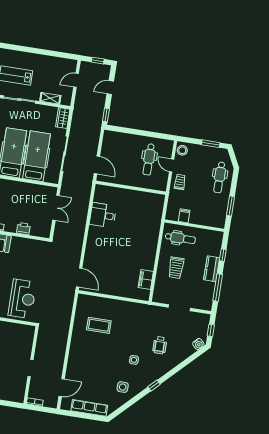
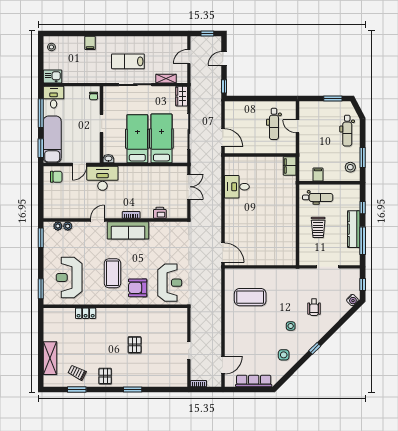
stool: (182, 150) -> (350, 167), moved
trolley: (180, 182) -> (308, 141), removed
kitchen counter: (212, 269) -> (354, 229), width x1.50
filing cabinet: (146, 279) -> (290, 166), moved
coffee table: (99, 325) -> (250, 297), width x1.36, depth x1.32

